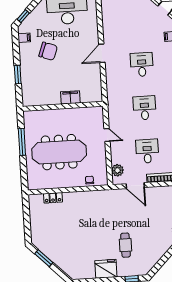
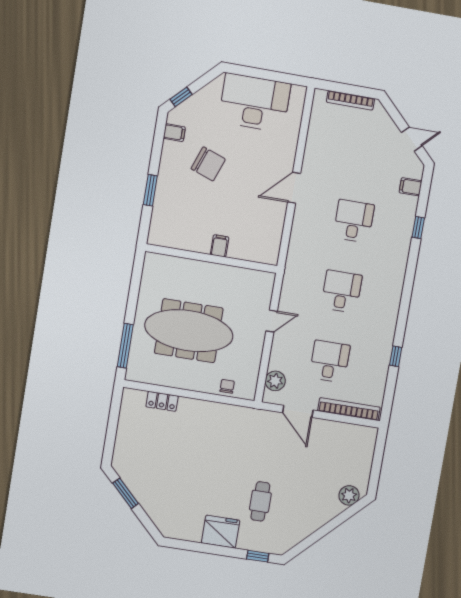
filing cabinet: (70, 97) -> (220, 246), width x0.50
door: (107, 135) -> (272, 321), hinge flipped
window: (22, 142) -> (125, 346), moved

